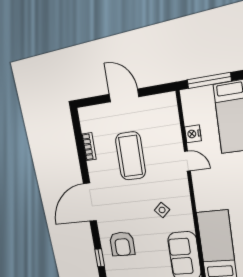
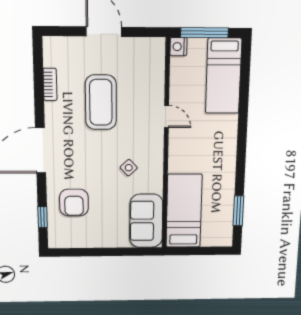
nightstand: (193, 134) -> (178, 47), moved

